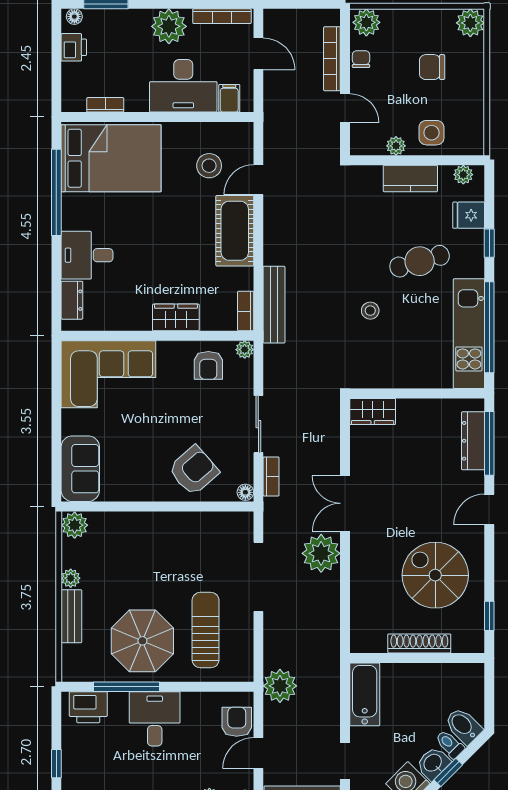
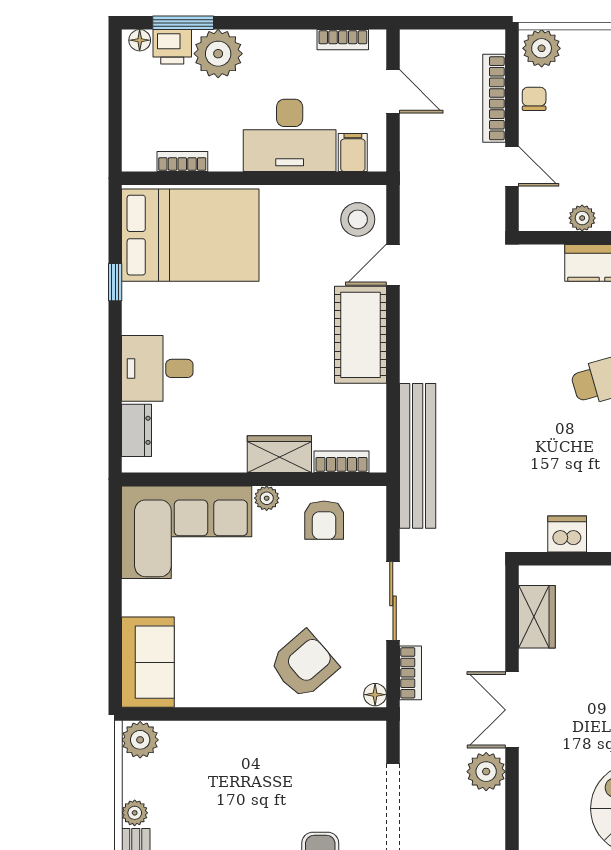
bookcase: (222, 16) -> (343, 40), width x0.64
plant: (169, 26) -> (218, 54), moved
printer: (74, 47) -> (172, 47), moved, turned 90
stool: (209, 166) -> (358, 219), moved
window: (56, 192) -> (115, 282), width x0.32
bench: (274, 305) -> (418, 456), width x1.37, depth x1.21
bookcase: (246, 311) -> (341, 462), moved, turned 90
stool: (370, 311) -> (547, 445), removed
plant: (245, 350) -> (267, 498), moved
dishwasher: (385, 376) -> (567, 534), added
wardrobe: (373, 411) -> (537, 617), moved, turned -90
plant: (321, 553) -> (486, 772), width x0.73, depth x0.73

